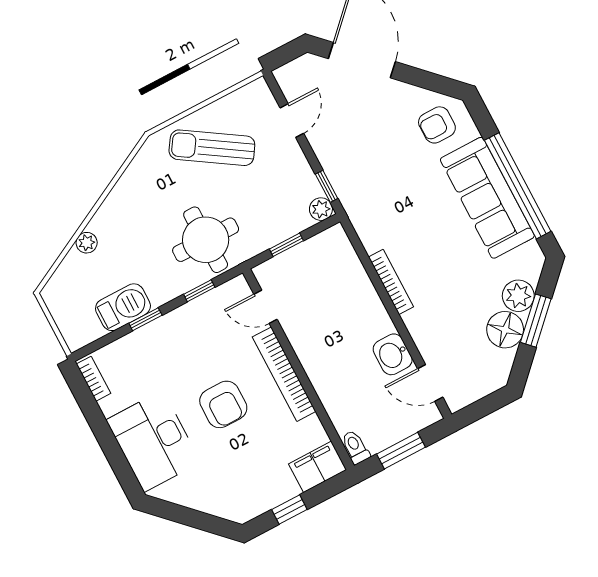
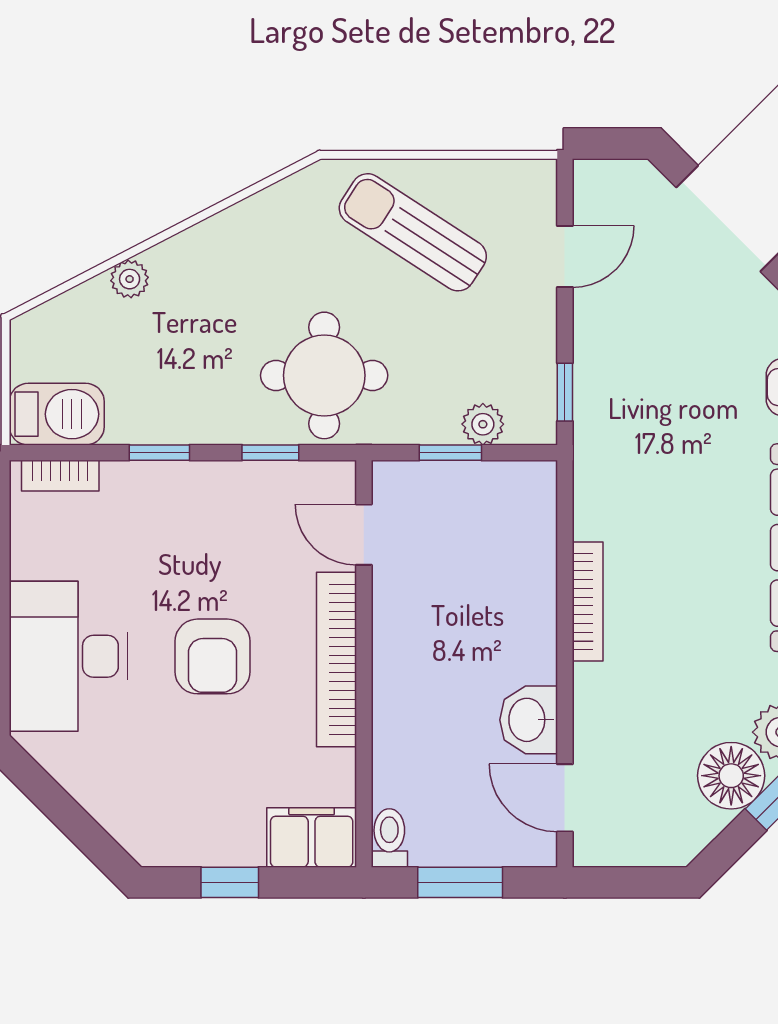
plant: (321, 209) -> (483, 424), moved
barbecue: (123, 307) -> (57, 414), moved
bookcase: (93, 379) -> (60, 476), moved, turned 90

